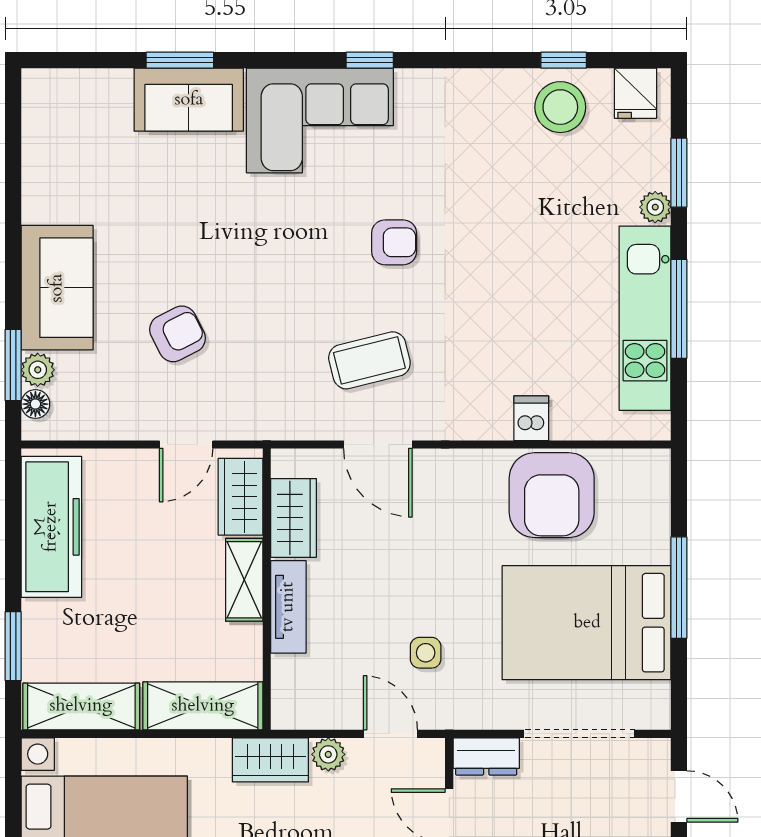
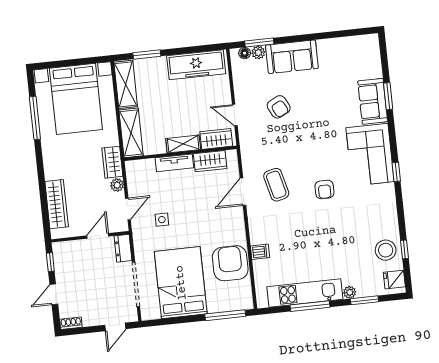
armchair: (552, 495) -> (230, 263), turned 90
window: (679, 588) -> (225, 315), moved

